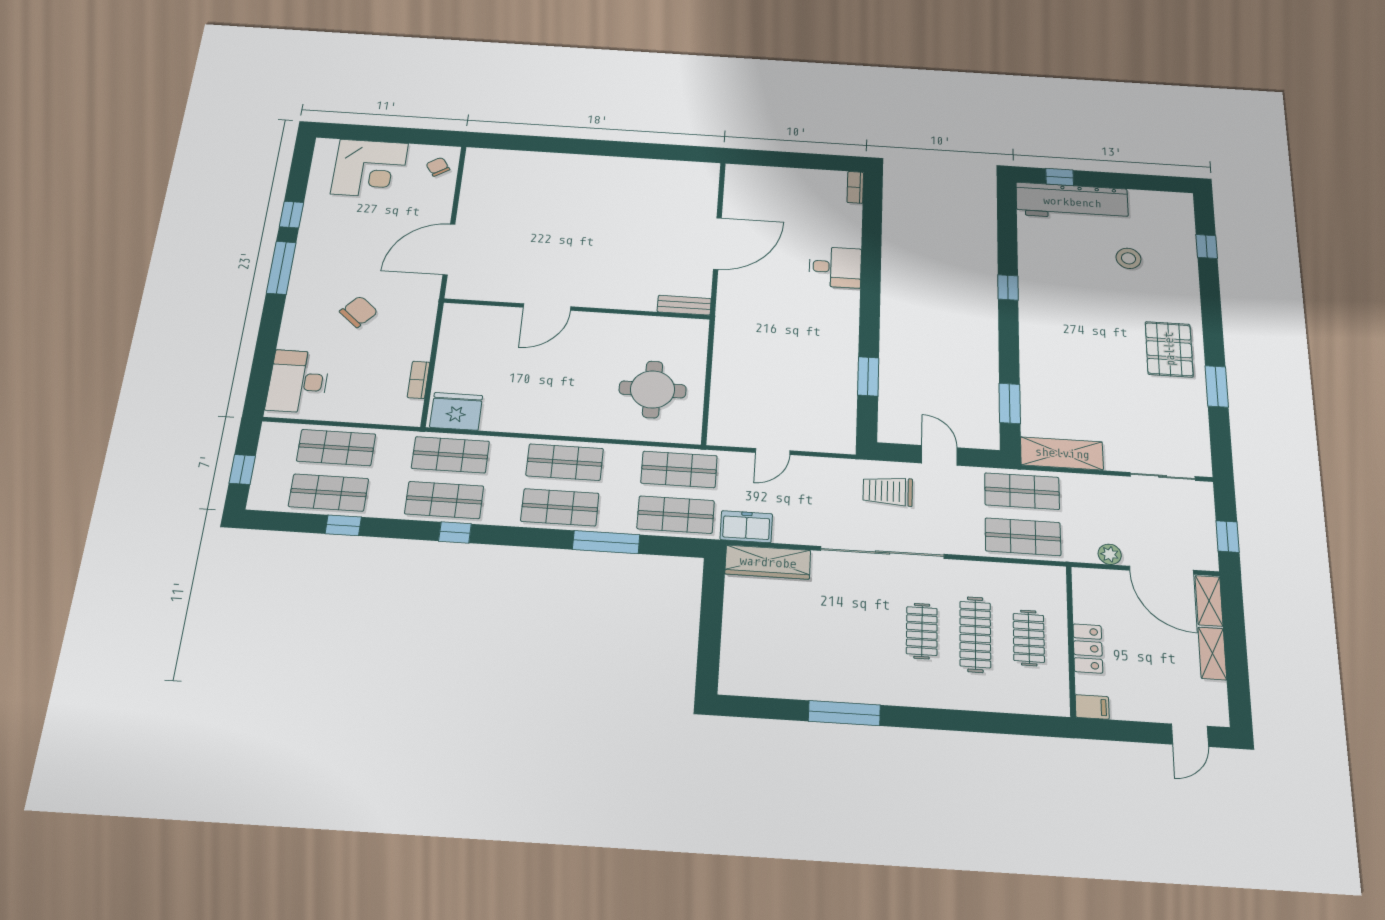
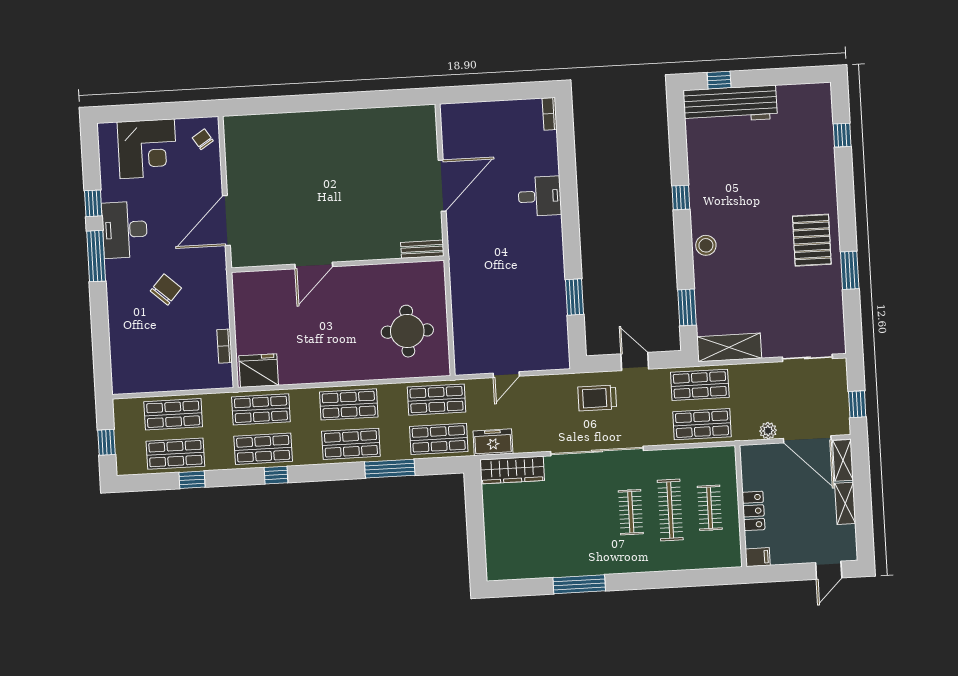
stool: (1128, 258) -> (706, 245), moved
desk: (298, 381) -> (125, 230), moved

